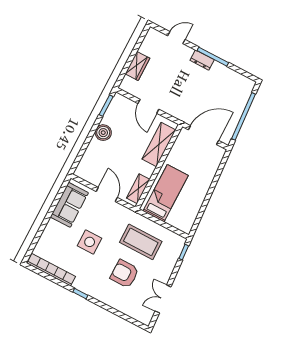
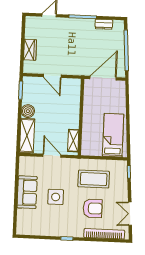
dresser: (202, 60) -> (104, 24), moved
shelving: (159, 145) -> (27, 136), moved
bed: (166, 193) -> (113, 135), moved
sofa: (69, 205) -> (27, 192), moved
bookcase: (51, 270) -> (104, 234), moved
armchair: (125, 274) -> (93, 208), turned 180

